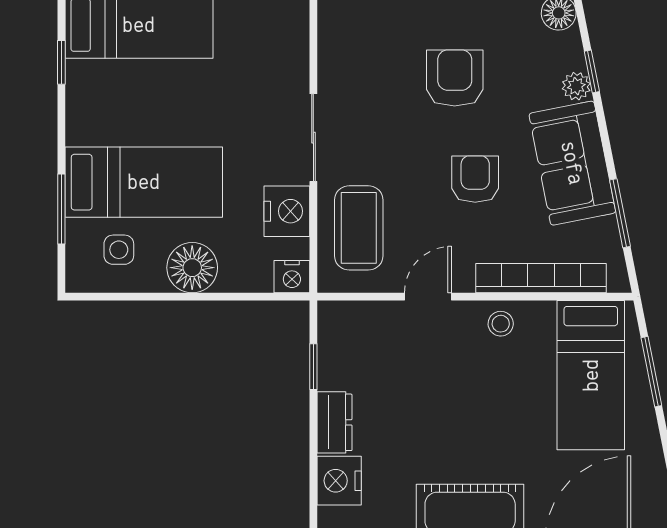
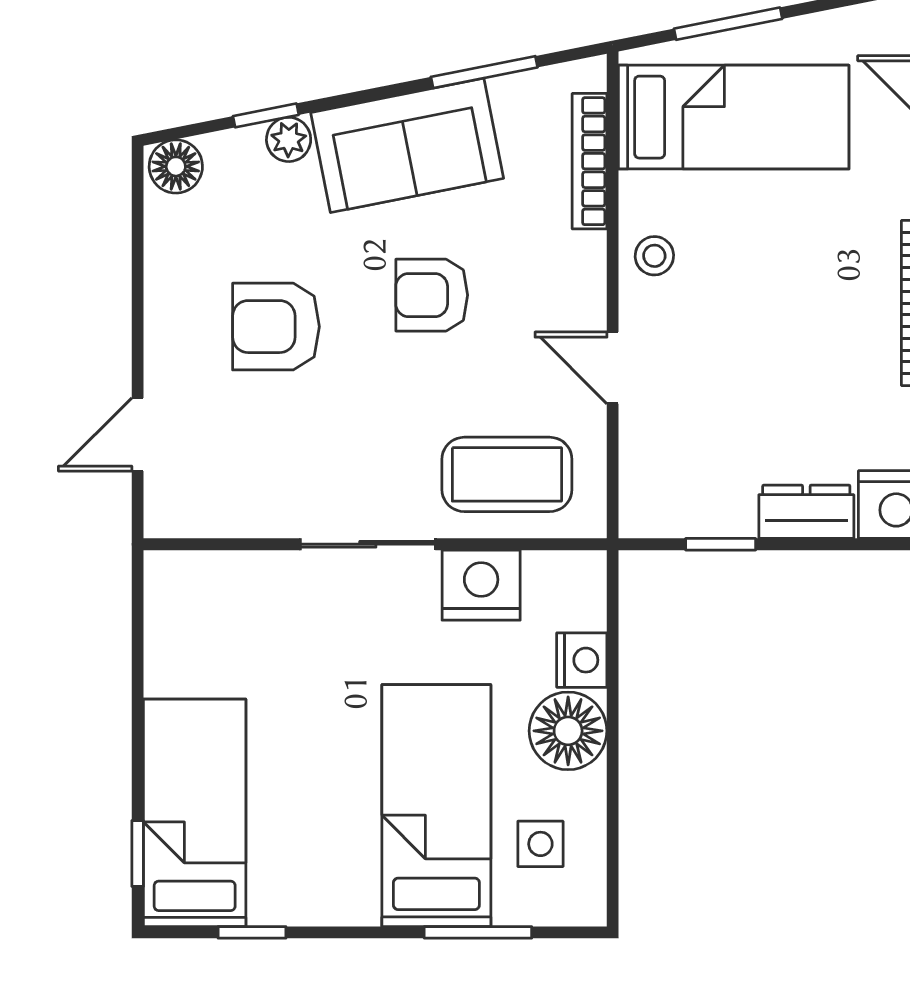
nightstand: (292, 277) -> (582, 660), moved
bookcase: (541, 278) -> (590, 161), width x0.68, depth x0.76

